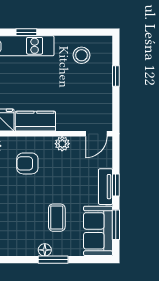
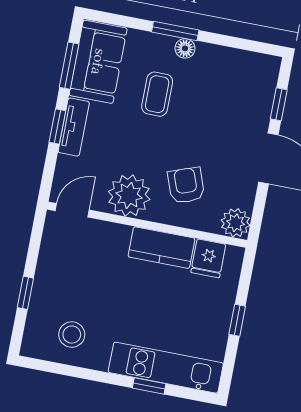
plant: (62, 144) -> (129, 195), width x1.88, depth x1.88
armchair: (27, 163) -> (186, 185), turned -110

